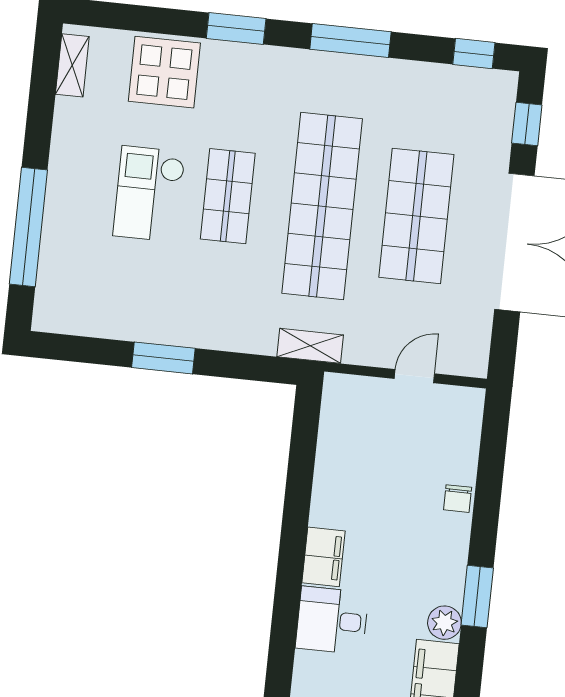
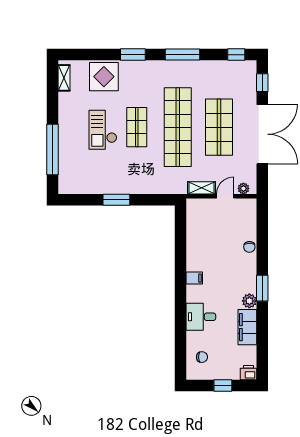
shelving: (310, 346) -> (201, 188), moved
plant: (458, 363) -> (243, 188), added
filing cabinet: (323, 557) -> (194, 278), width x0.50
desk: (332, 620) -> (201, 317), moved

